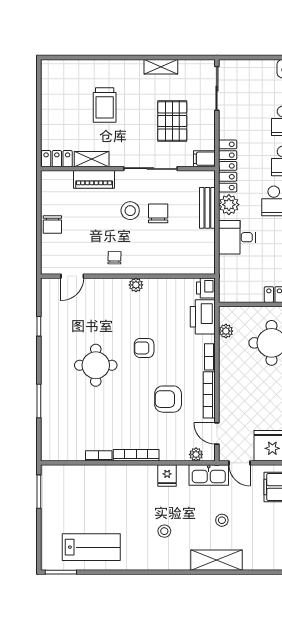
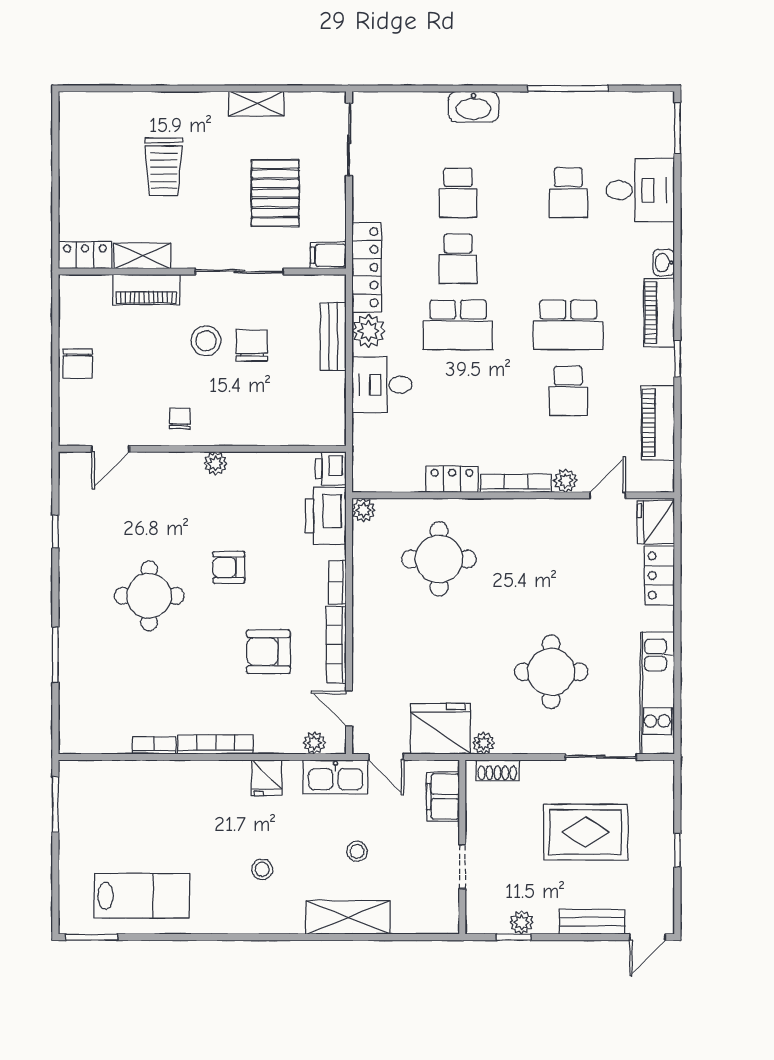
plant: (226, 331) -> (364, 510), moved

